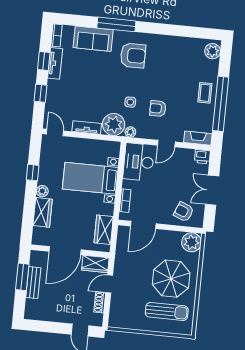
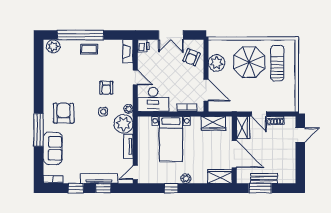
tv unit: (55, 63) -> (99, 178), moved, width x1.41
window: (221, 104) -> (81, 35), moved
wardrobe: (43, 212) -> (220, 176), moved
plant: (191, 242) -> (217, 63), moved

